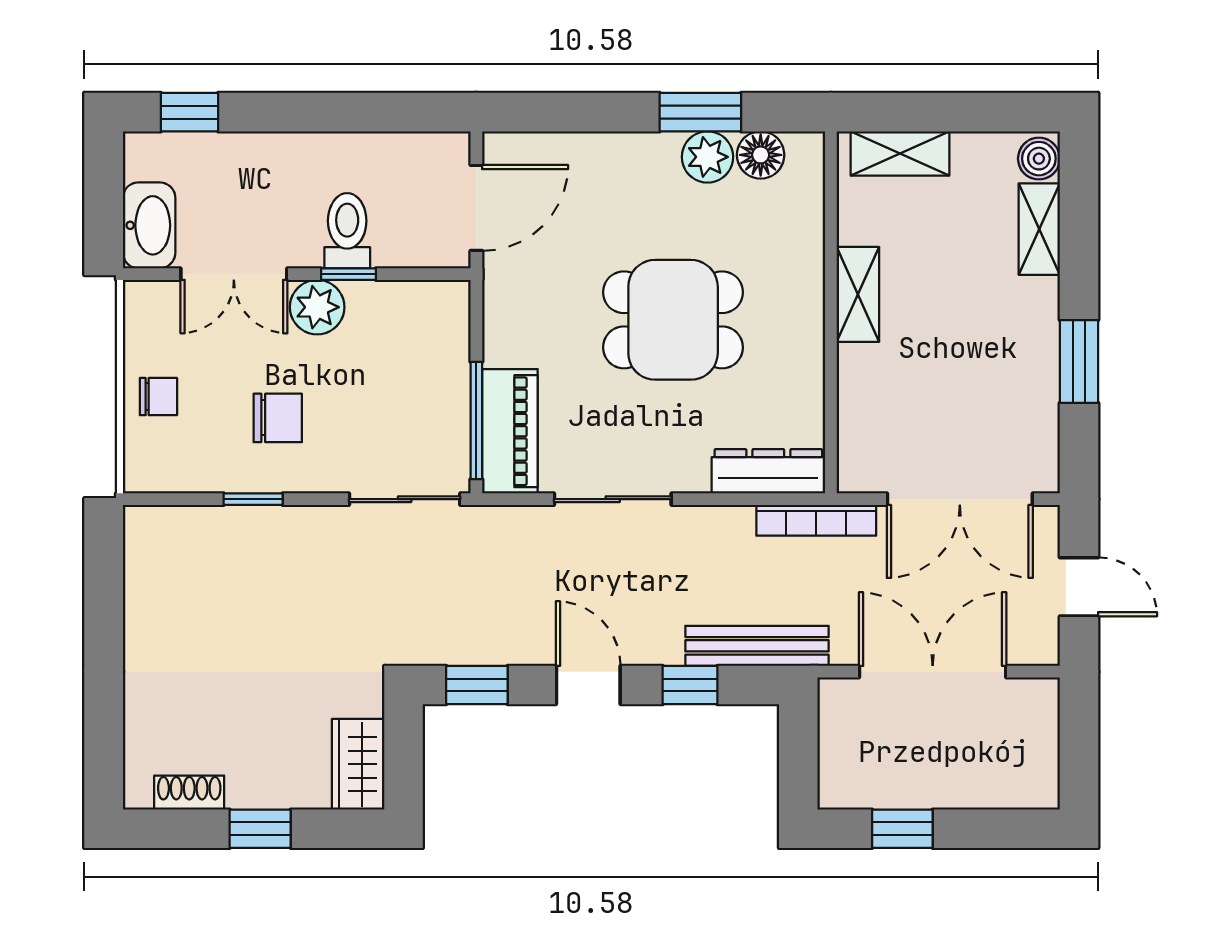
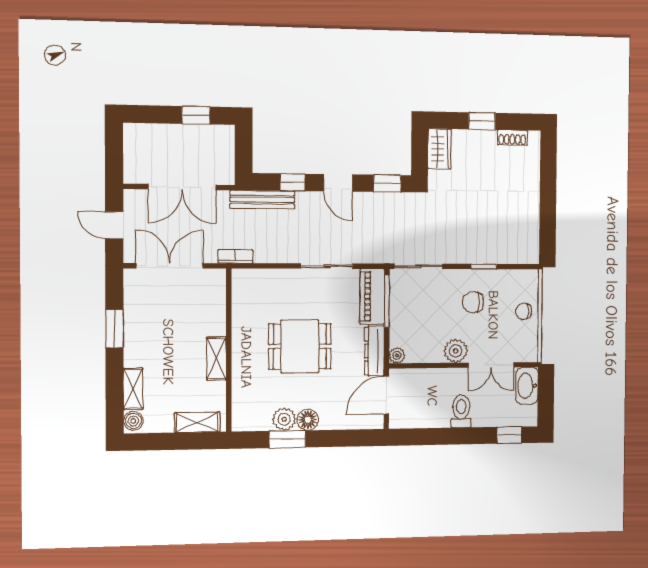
floor lamp: (761, 155) -> (308, 420), moved
toilet: (347, 231) -> (461, 411), moved, turned 180
double door: (234, 274) -> (491, 365), swing flipped
window: (349, 274) -> (442, 365), removed
plant: (452, 298) -> (397, 355), added
dresser: (768, 471) -> (374, 351), moved, turned 90
bookcase: (816, 520) -> (235, 256), width x0.64

